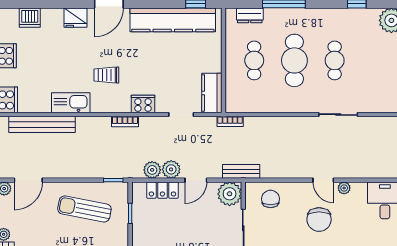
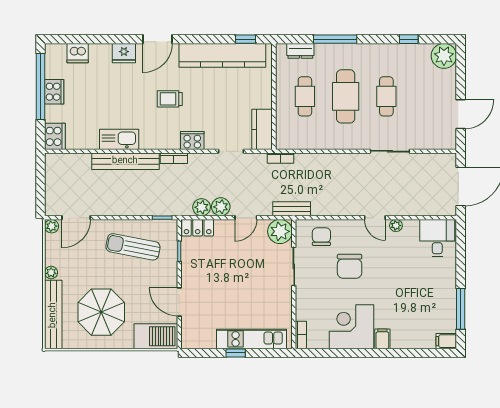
trolley: (106, 75) -> (170, 99), moved
bench: (42, 124) -> (125, 161), moved
locker: (162, 190) -> (198, 228), moved
chair: (319, 220) -> (350, 266), moved

